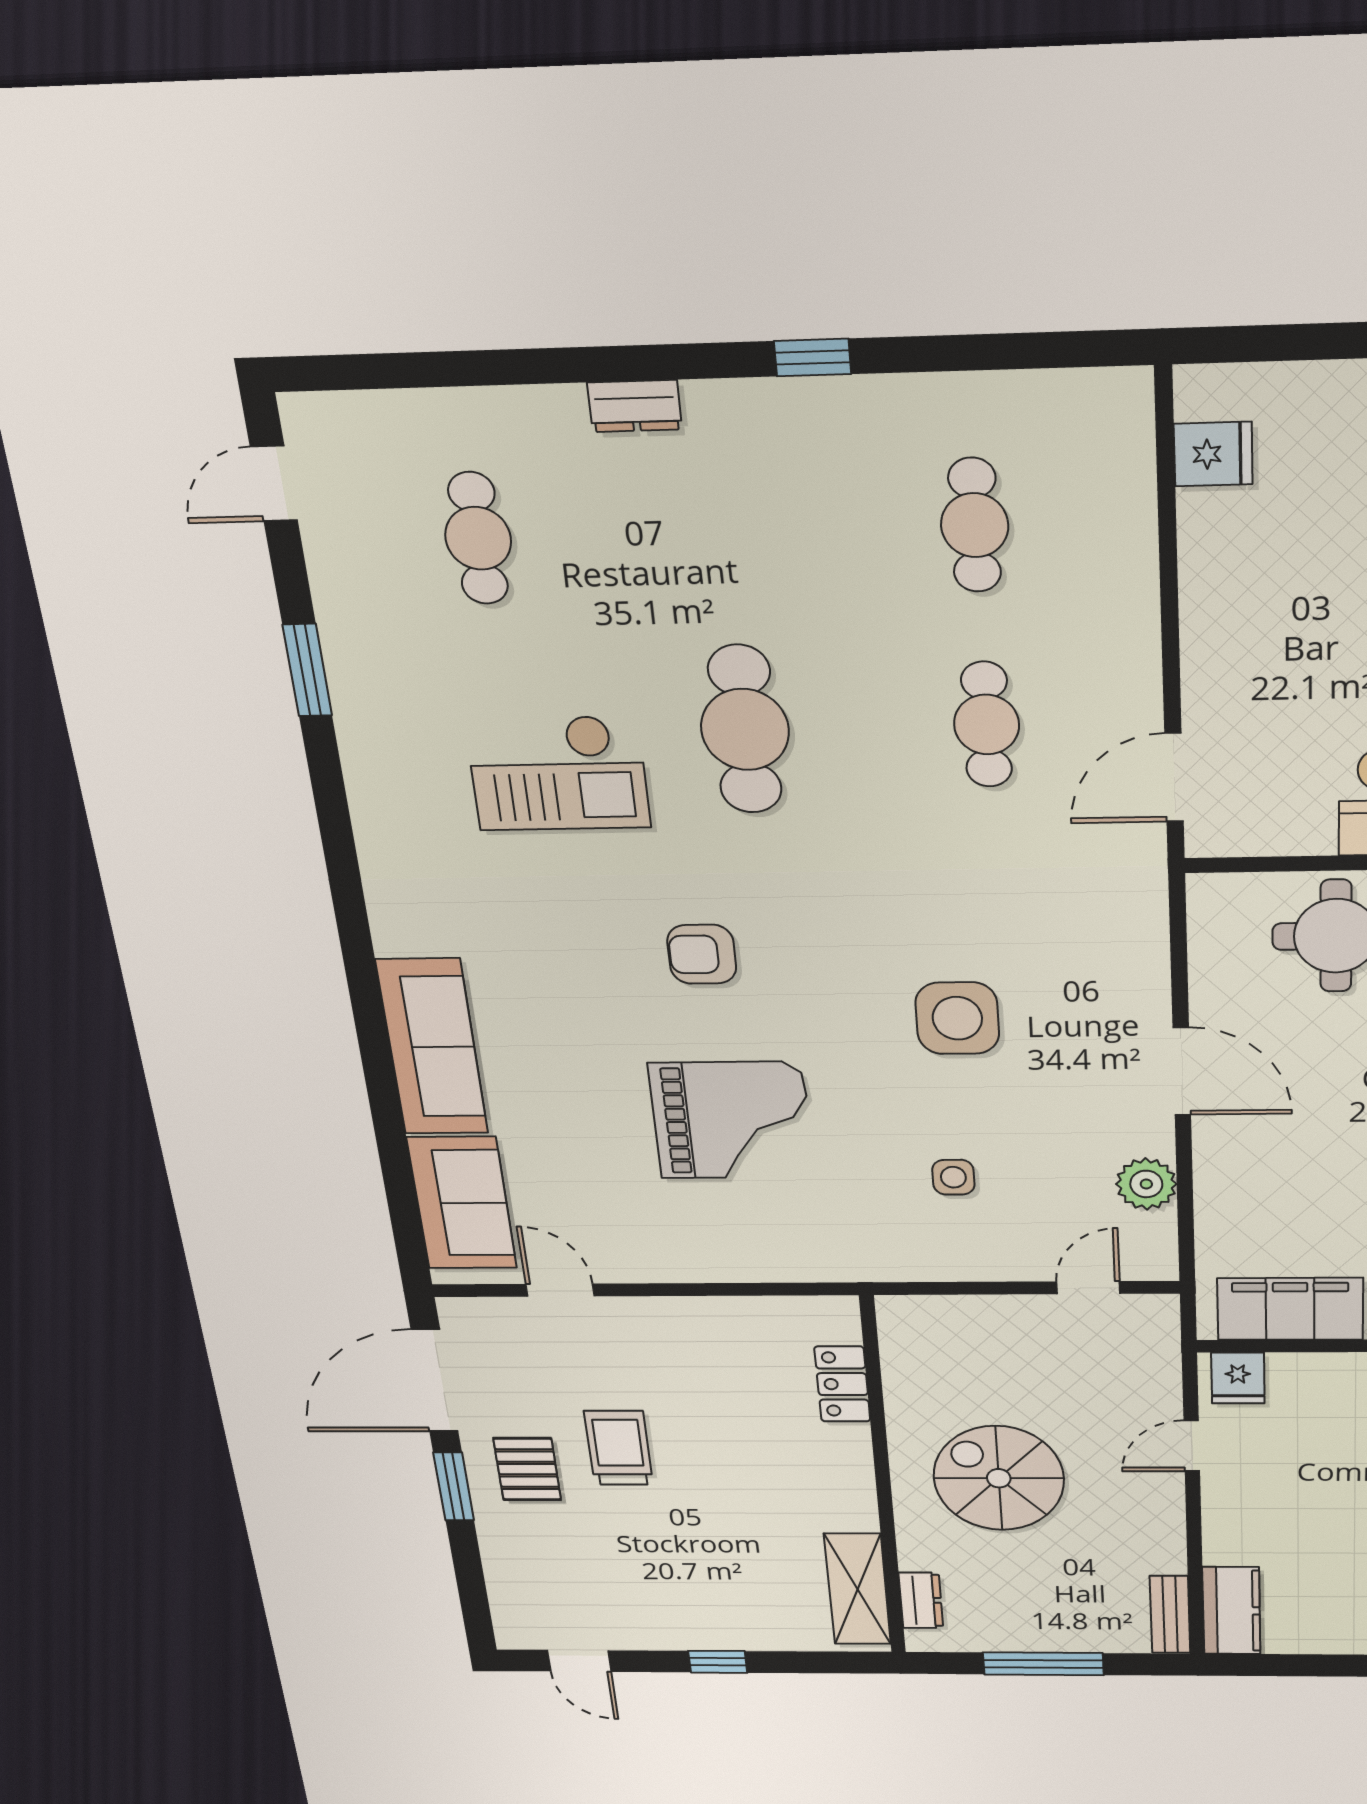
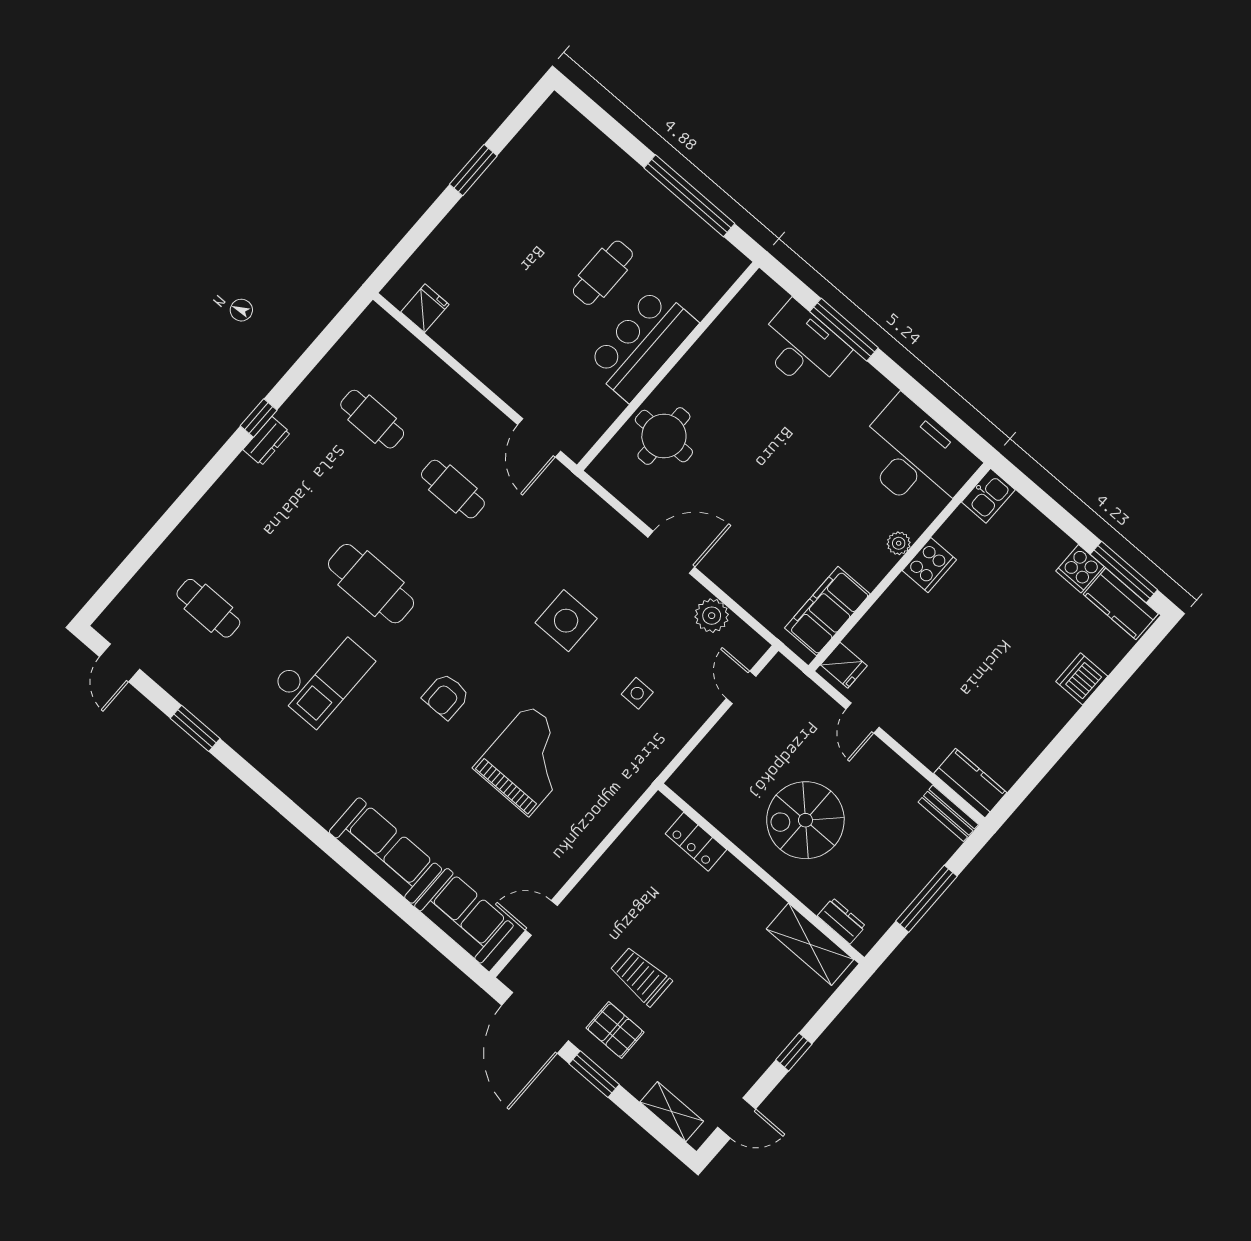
dresser: (635, 406) -> (267, 441), moved
shelving: (509, 1594) -> (672, 1112), added

